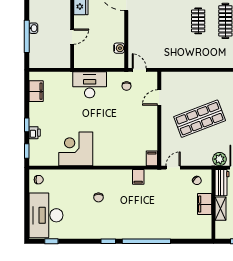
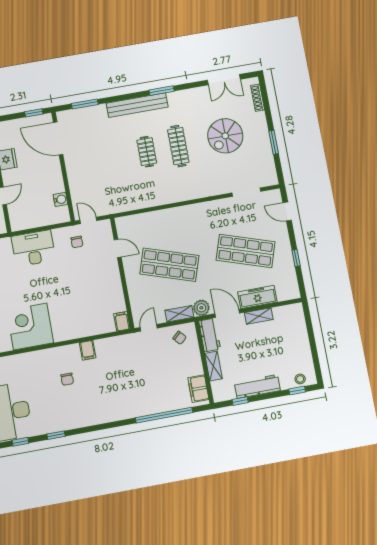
door: (159, 97) -> (118, 248), swing flipped
shop shelf: (200, 119) -> (169, 265), turned 39
shelving: (200, 161) -> (179, 314), added
filing cabinet: (138, 177) -> (88, 350), moved
filing cabinet: (205, 204) -> (198, 389), moved
window: (108, 241) -> (56, 435), moved
window: (146, 241) -> (164, 415), moved

